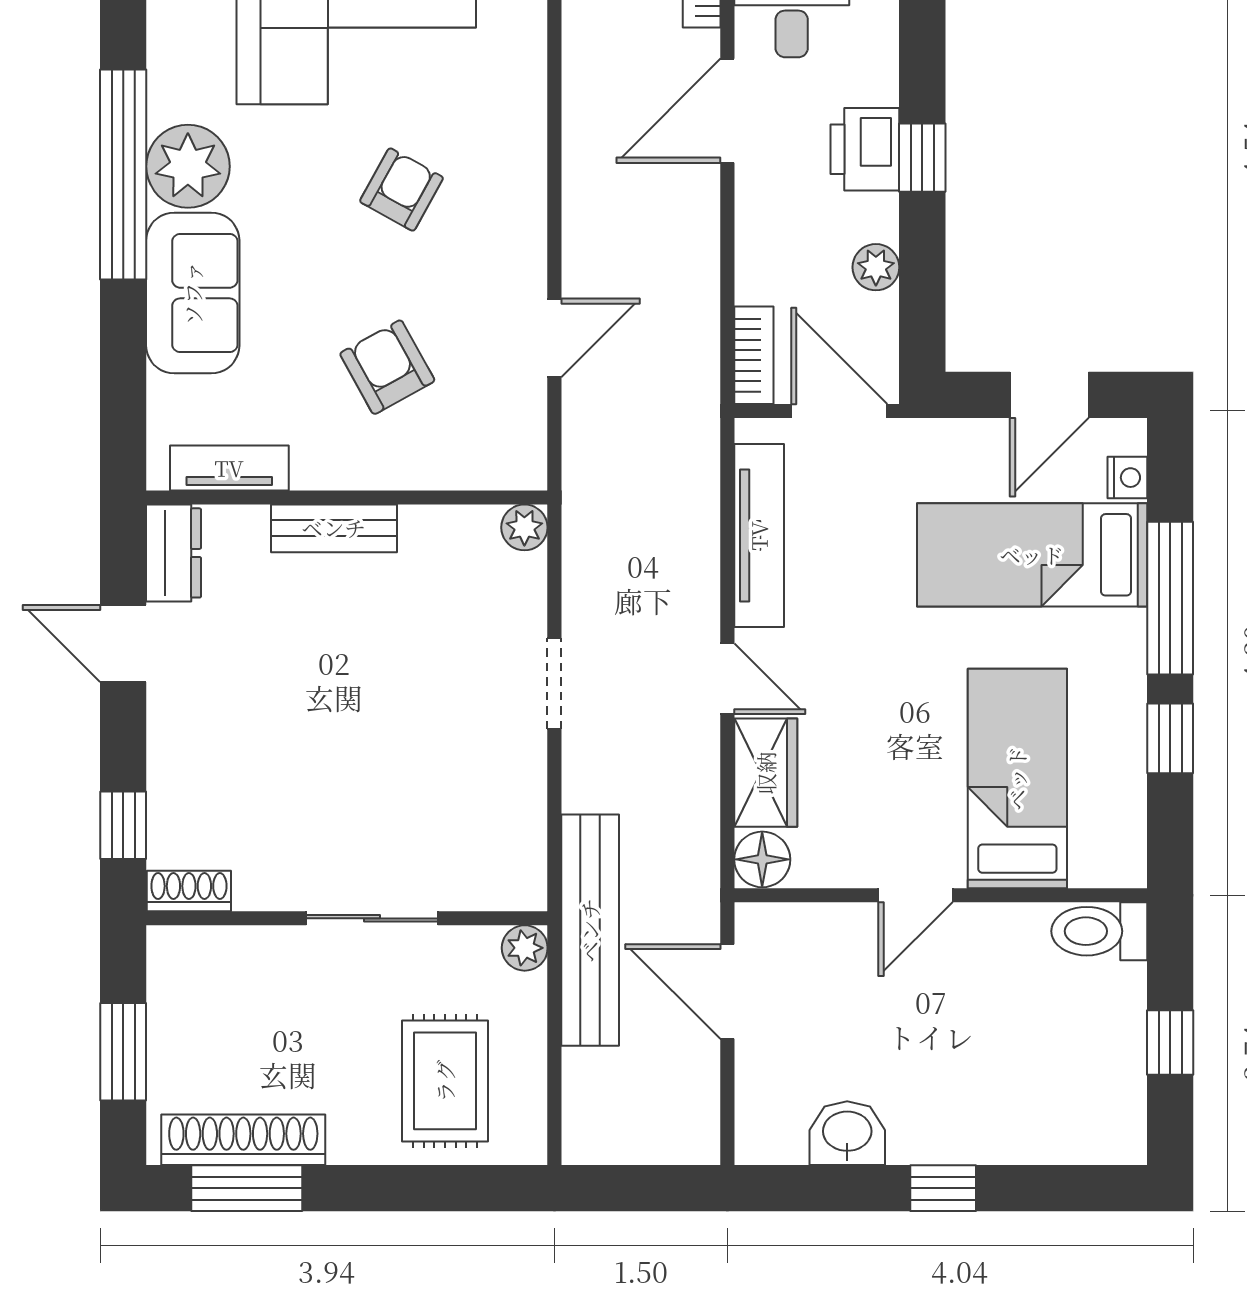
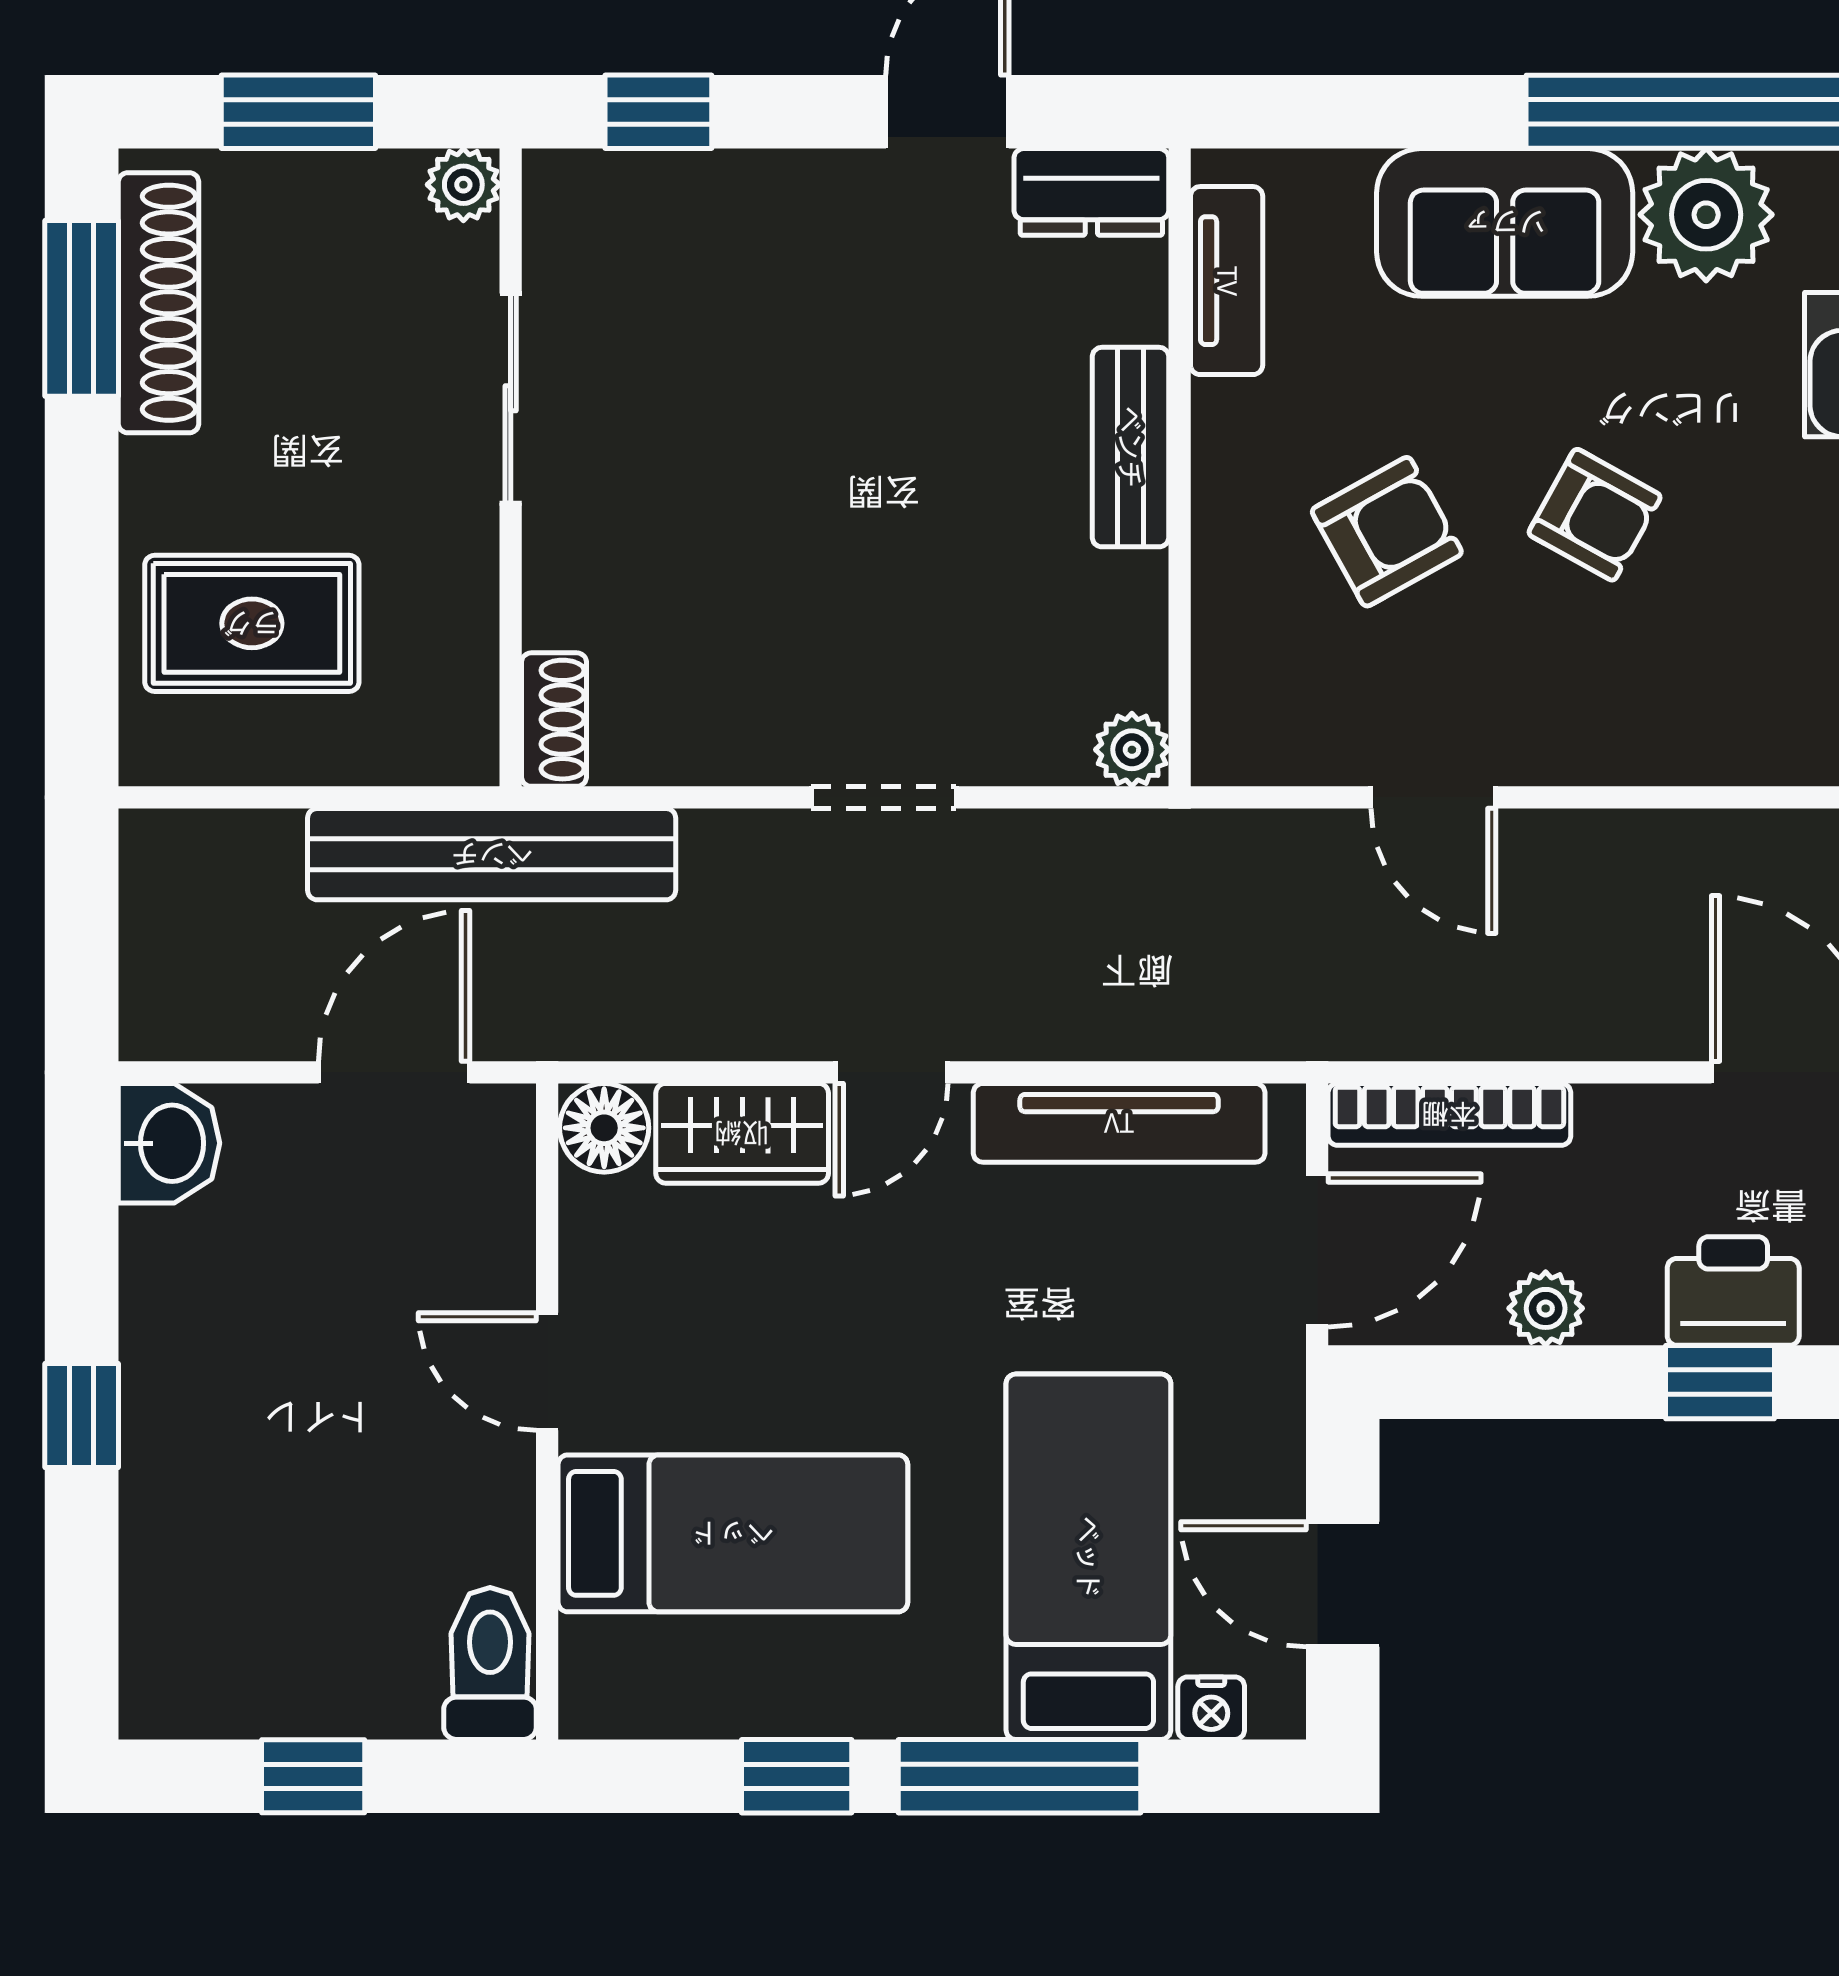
armchair: (402, 190) -> (1595, 515), moved
bookcase: (754, 355) -> (1449, 1114), width x1.56
shoe rack: (189, 891) -> (554, 720), moved
sliding door: (372, 918) -> (511, 398), moved
plant: (525, 948) -> (463, 185), moved
washbasin: (847, 1133) -> (169, 1143), moved

